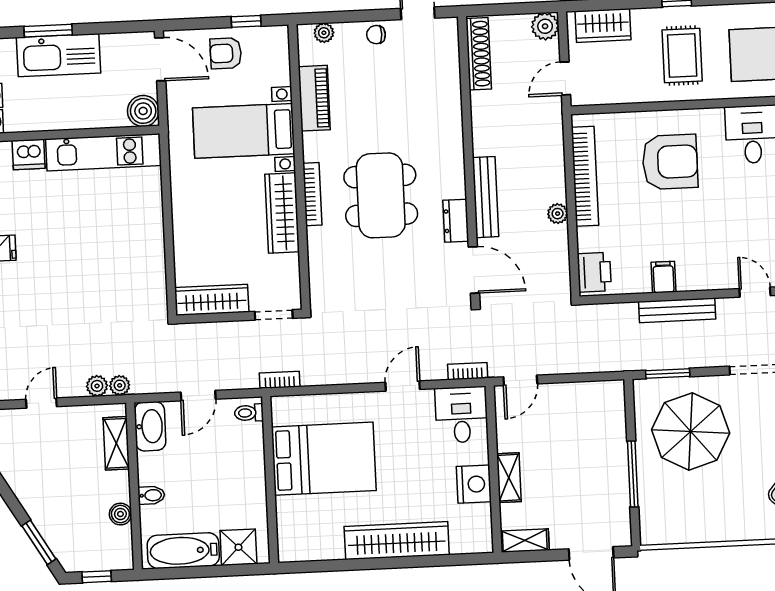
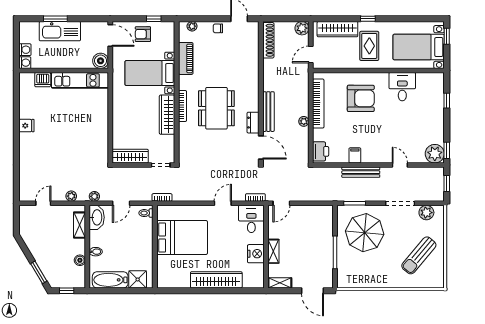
wardrobe: (603, 25) -> (337, 29), width x1.50
plant: (120, 385) -> (94, 196), moved

